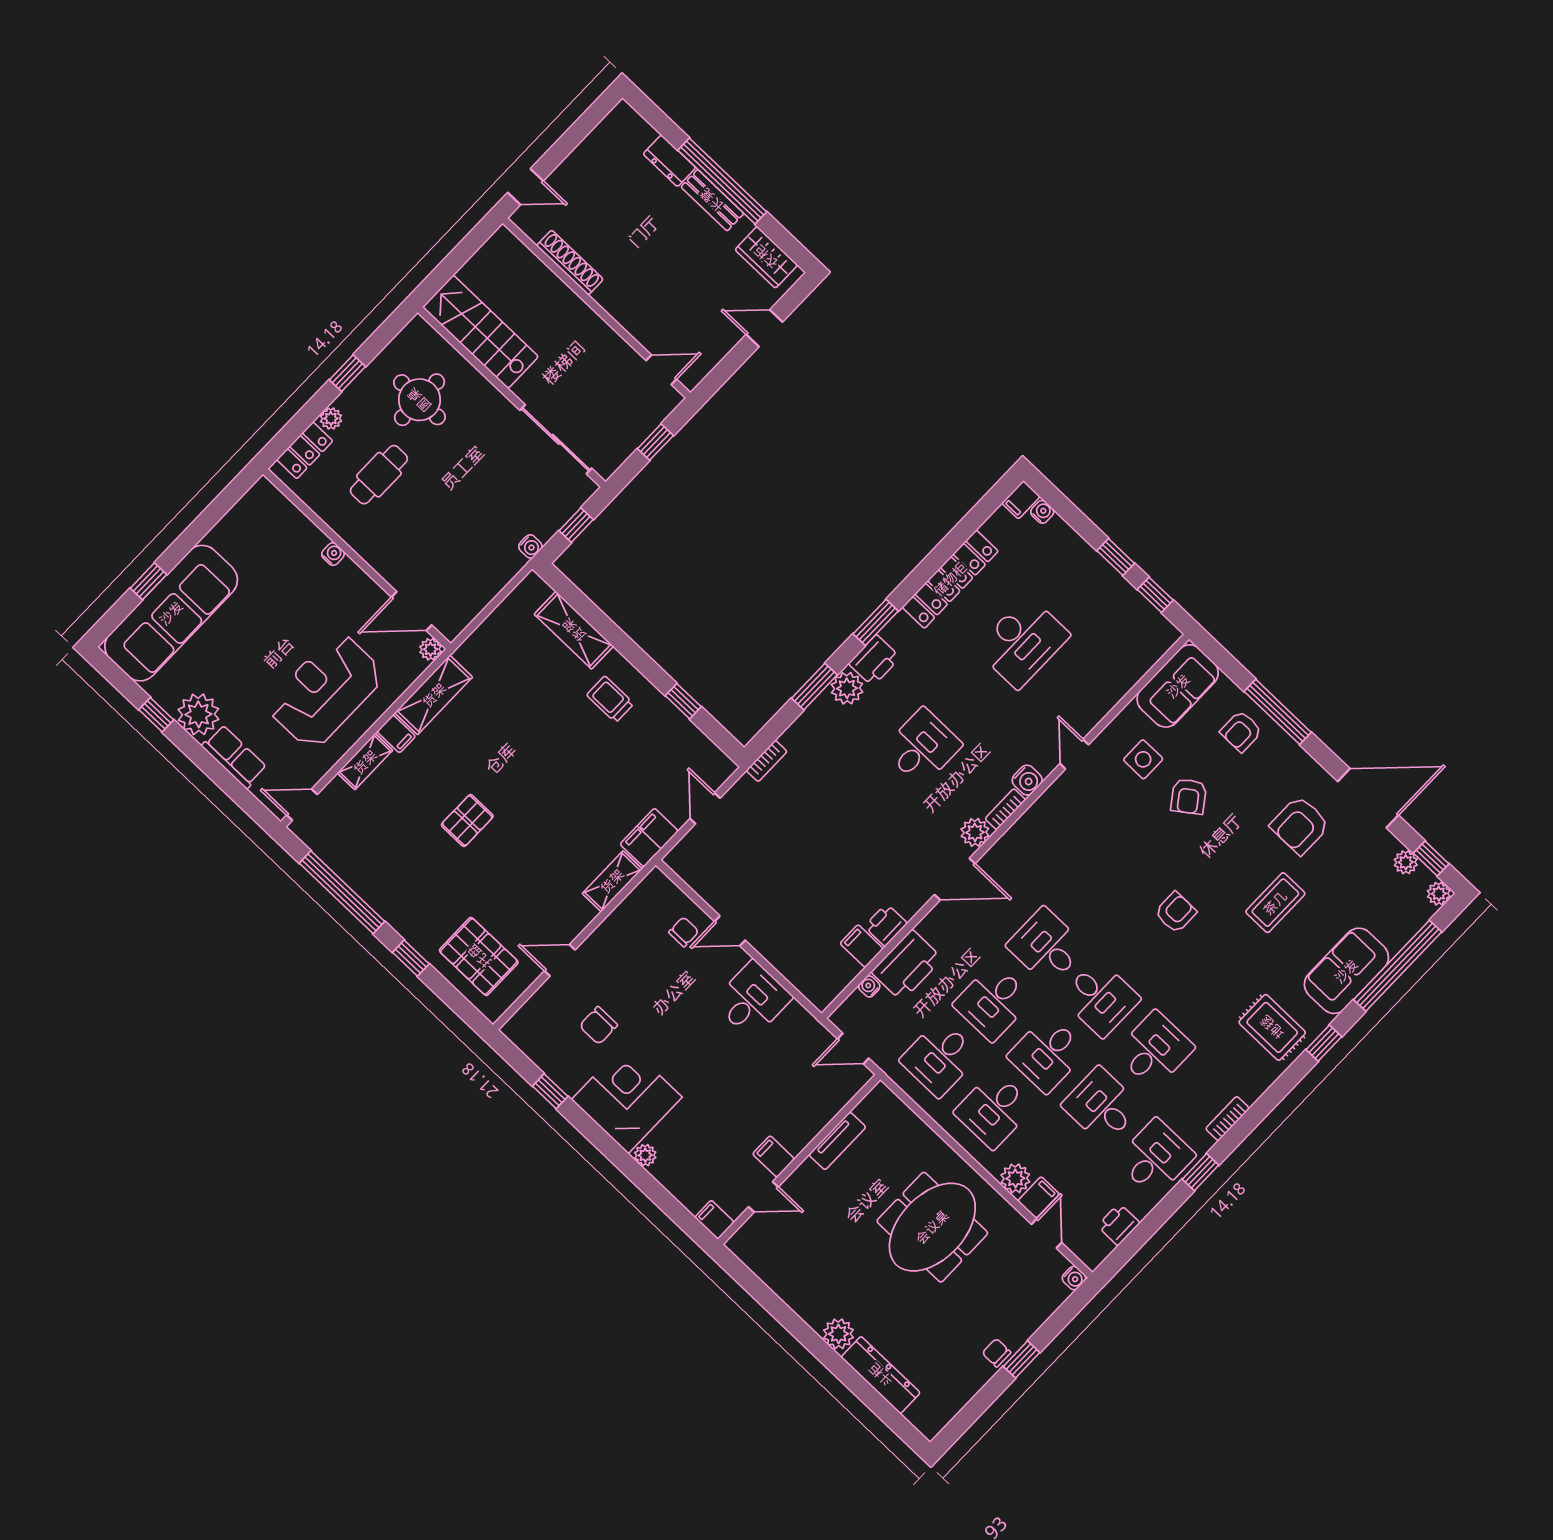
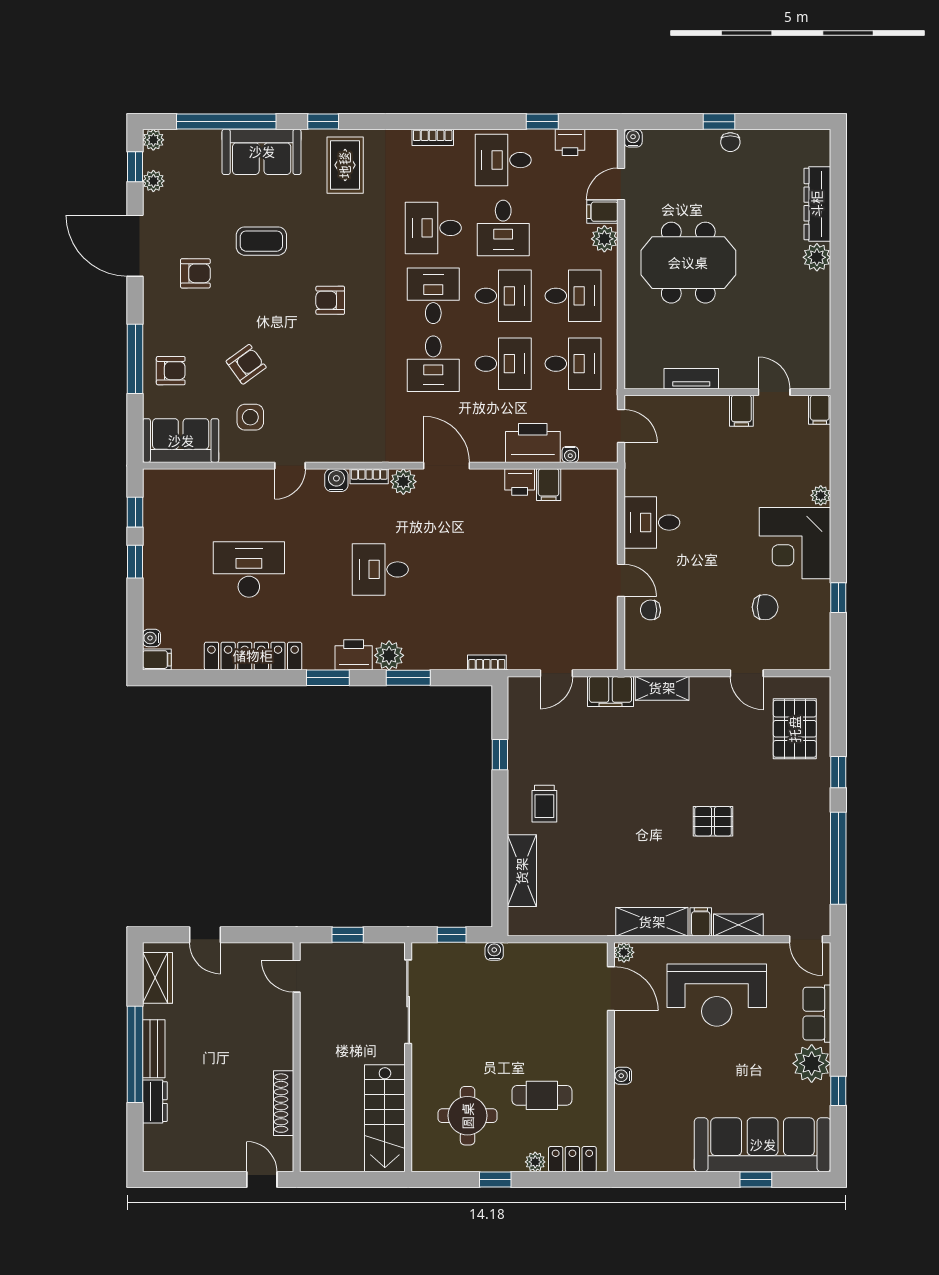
armchair: (1300, 825) -> (195, 273), width x0.72, depth x0.72
window: (1200, 1172) -> (542, 122), moved

